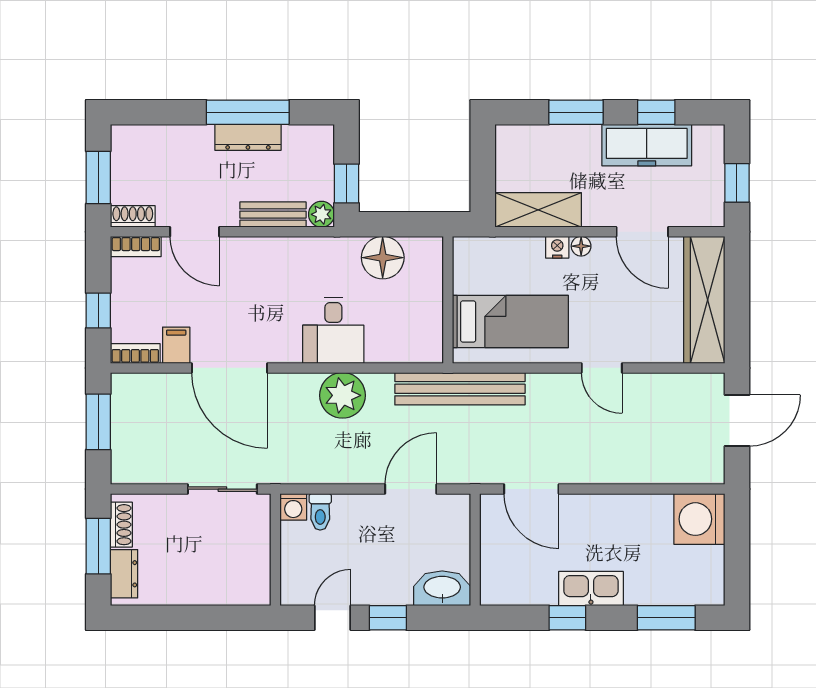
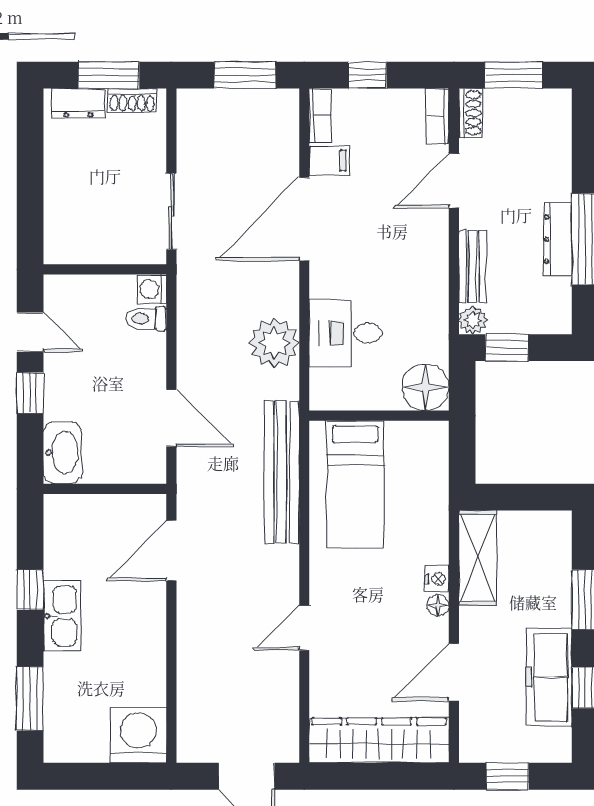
wall: (448, 300) -> (379, 416), moved
bed: (510, 321) -> (355, 484), moved

